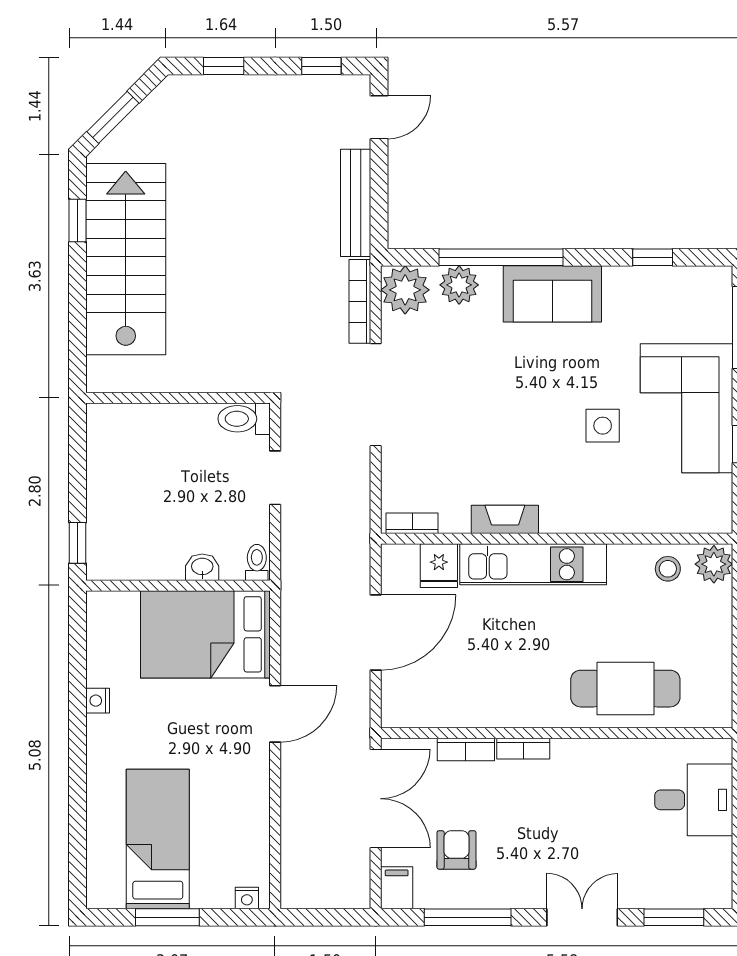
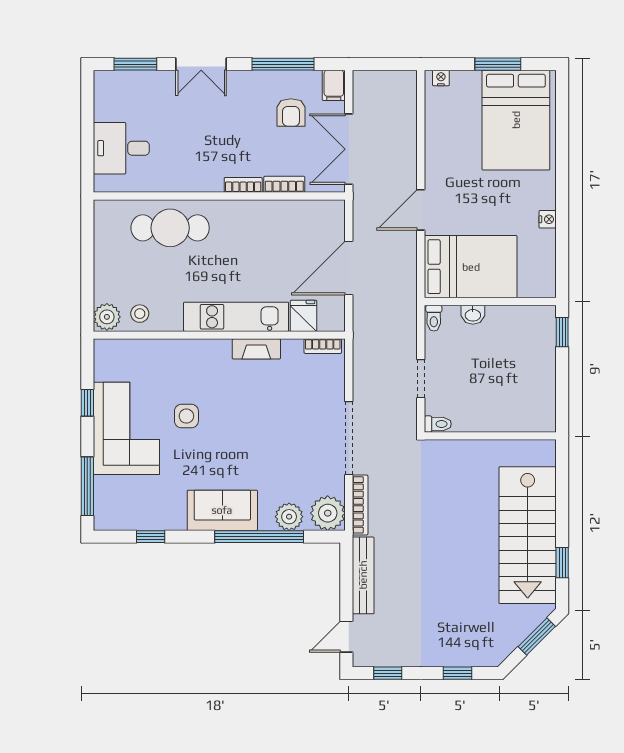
toilet: (244, 419) -> (438, 424), width x0.73, depth x0.72
bed: (158, 839) -> (516, 120), width x1.50

